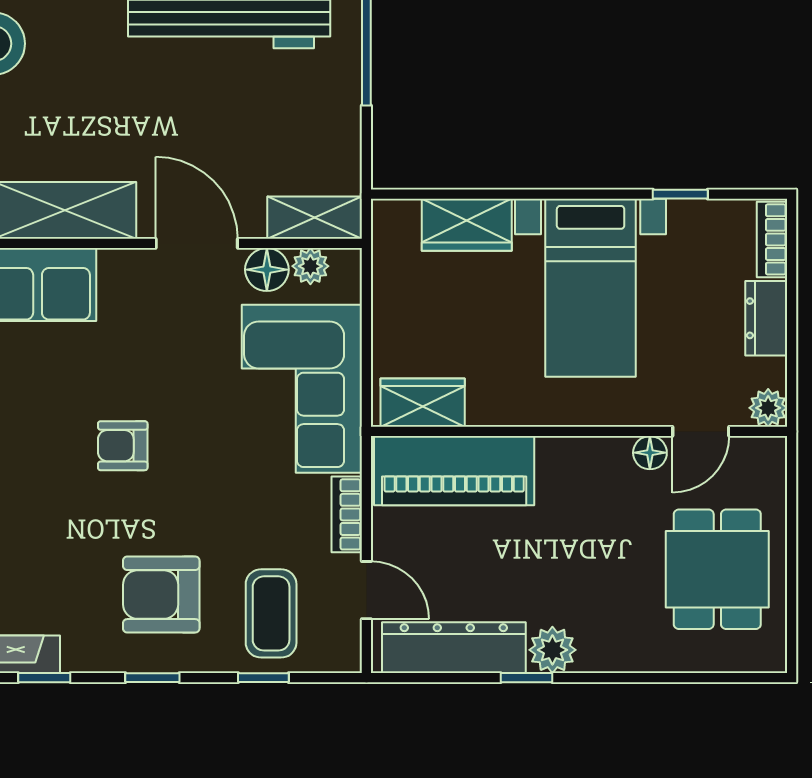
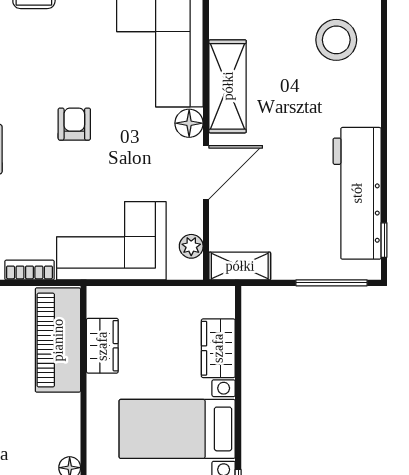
shelving: (315, 218) -> (240, 266), moved, turned 90
floor lamp: (267, 270) -> (189, 123), moved
wardrobe: (423, 403) -> (102, 346), moved

